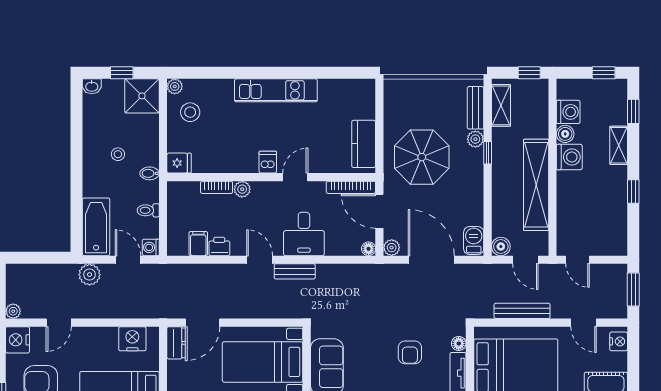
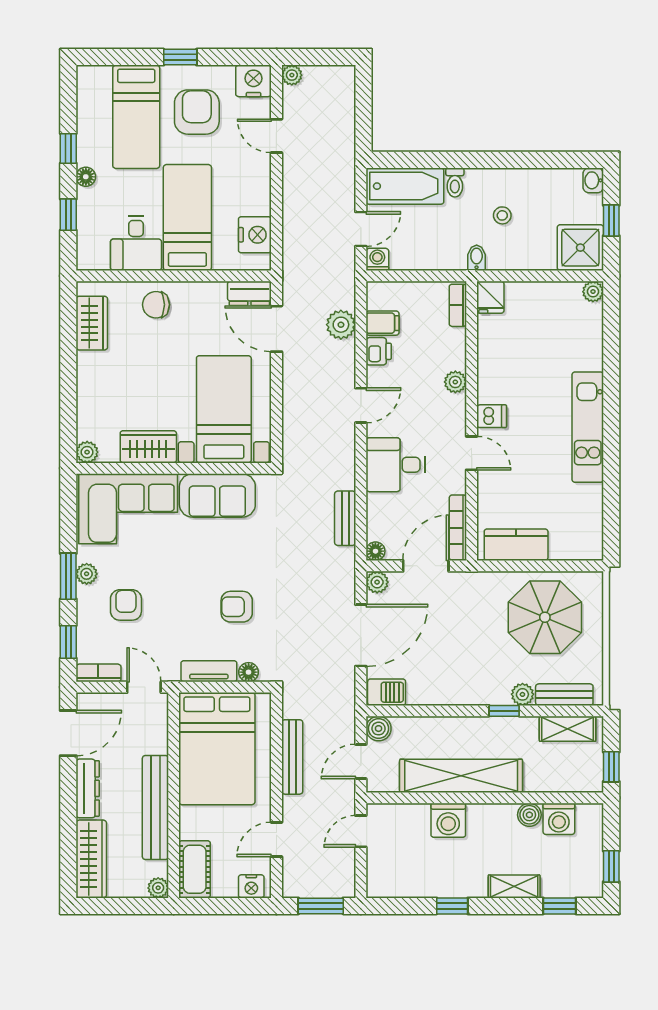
stool: (190, 112) -> (559, 312), removed
parasol: (422, 157) -> (545, 617), moved
washing machine: (569, 157) -> (448, 820), moved
bookcase: (217, 187) -> (458, 305), moved
toilet: (148, 210) -> (455, 182), moved, turned 180
bench: (295, 271) -> (345, 518), moved
plant: (90, 275) -> (341, 325), moved

